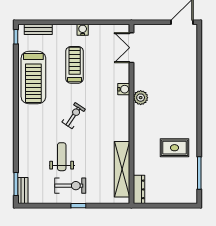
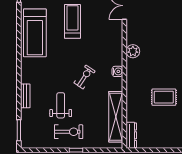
water cooler: (124, 89) -> (117, 71), moved
exercise bike: (74, 116) -> (85, 77), moved
bench: (23, 191) -> (25, 96), moved

